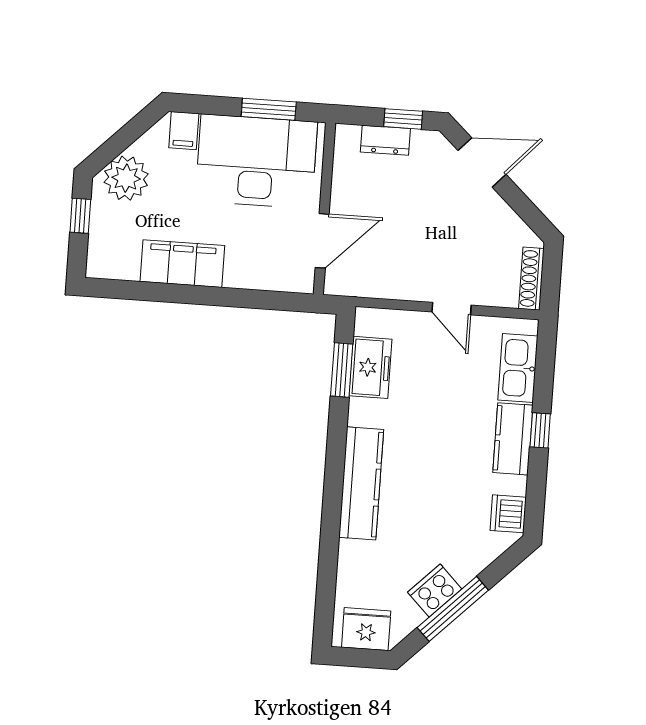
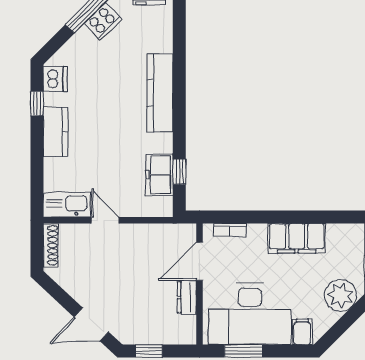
dresser: (385, 140) -> (187, 297), moved, turned -90
bookcase: (276, 282) -> (230, 230), added
kitchen sink: (518, 368) -> (67, 205), moved, turned -90
window: (342, 370) -> (179, 172), width x0.67
window: (540, 430) -> (37, 104), moved

